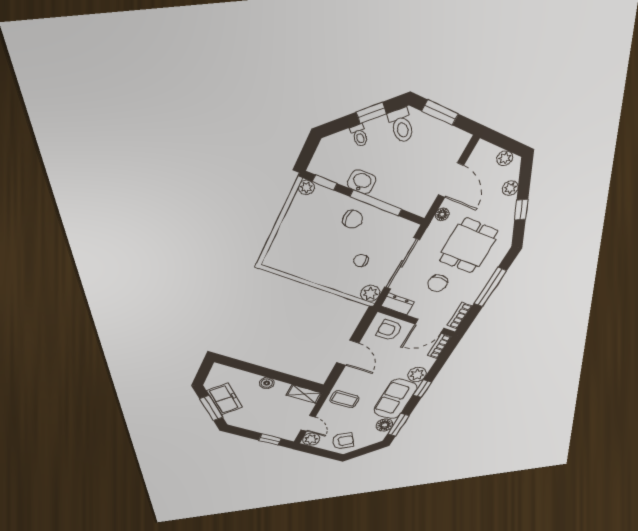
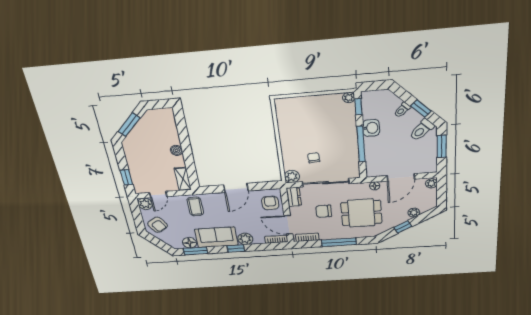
plant: (505, 158) -> (431, 183), moved
chair: (353, 219) -> (341, 137), removed
freezer: (224, 399) -> (144, 130), removed

